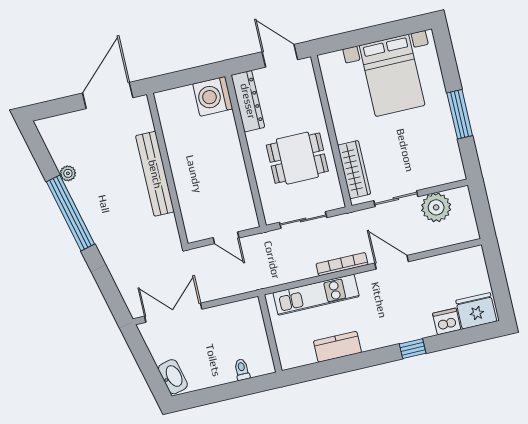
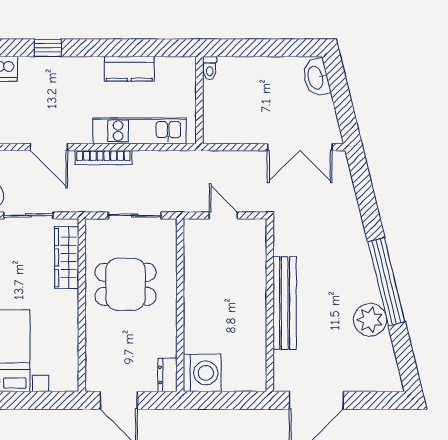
dresser: (248, 101) -> (167, 375), width x0.51, depth x0.80
plant: (68, 173) -> (370, 320), width x1.88, depth x1.88
toilet: (242, 370) -> (210, 68), moved

